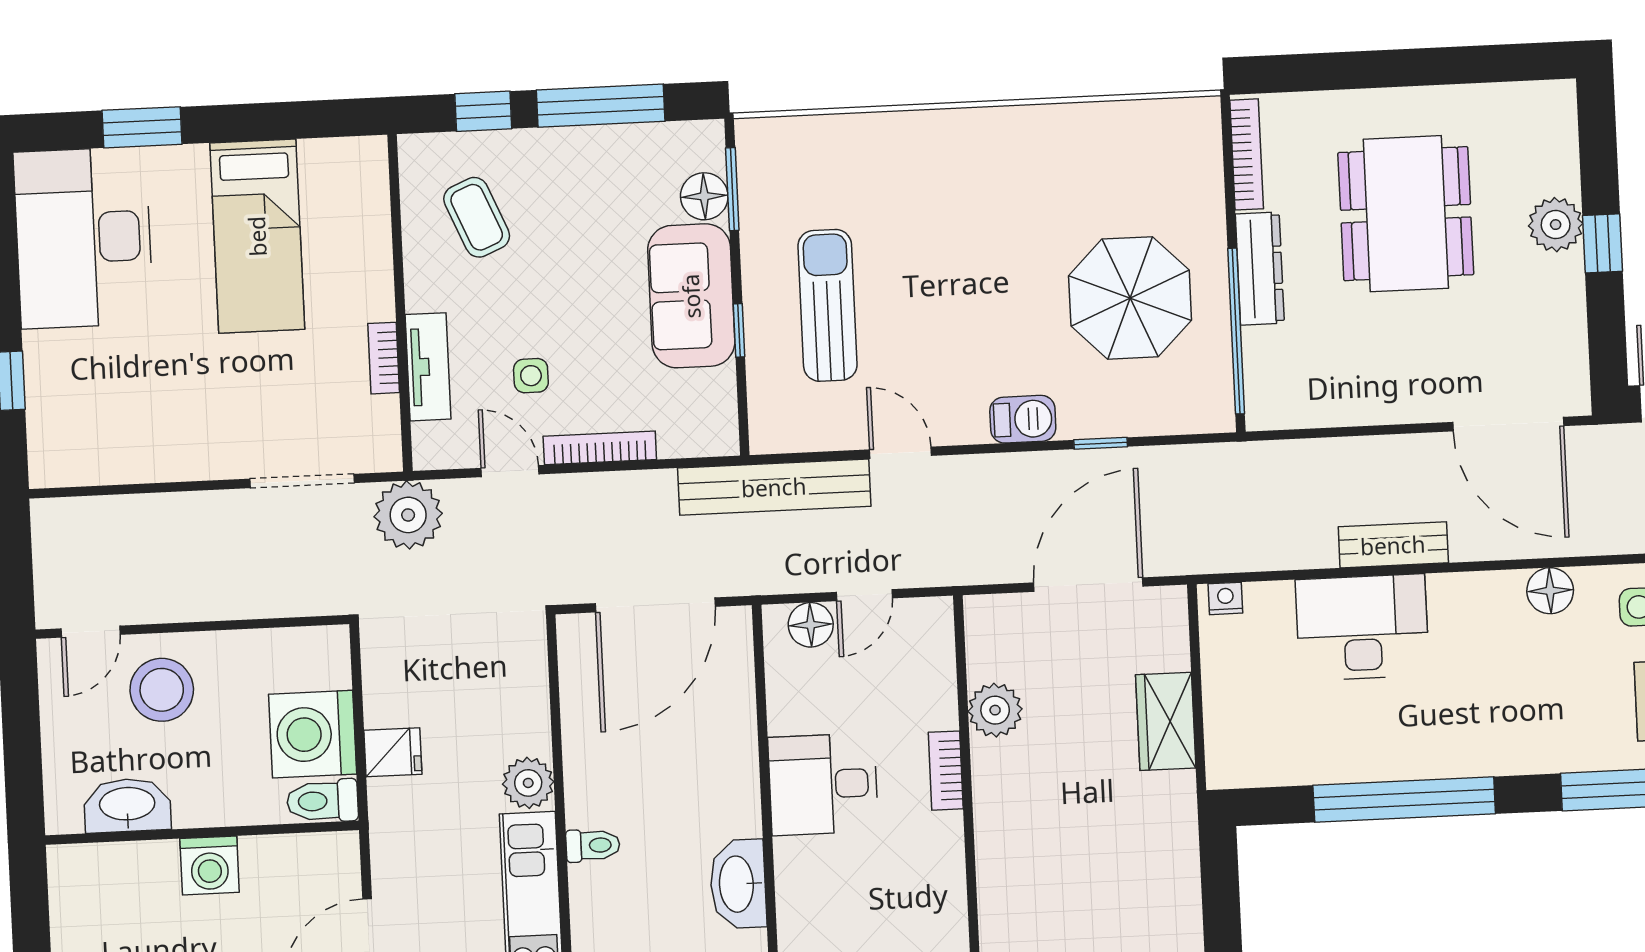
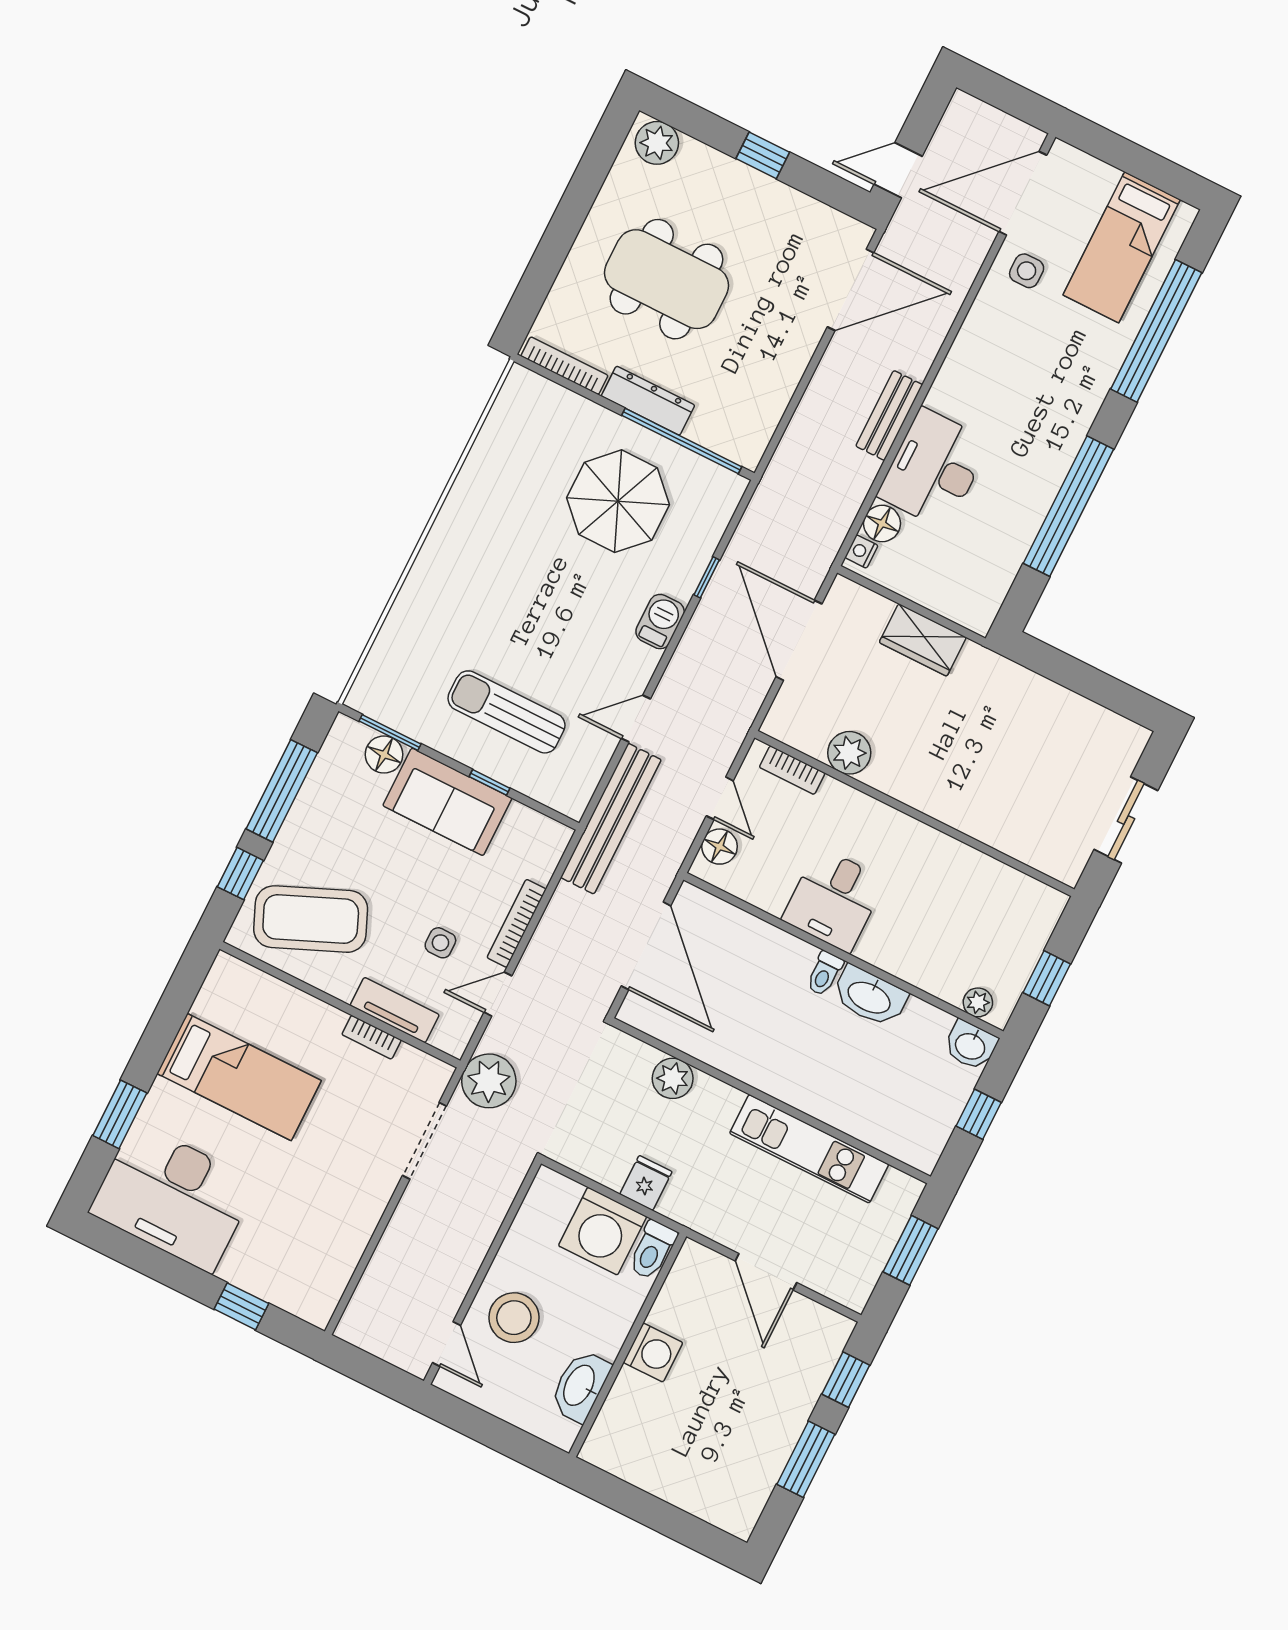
coffee table: (477, 217) -> (311, 919), width x1.86, depth x1.72
plant: (1556, 225) -> (657, 143), moved
floor lamp: (1550, 591) -> (882, 523), moved
bookcase: (946, 771) -> (792, 770), moved
plant: (528, 783) -> (673, 1078), moved
toilet: (593, 845) -> (825, 974), moved, turned 180

